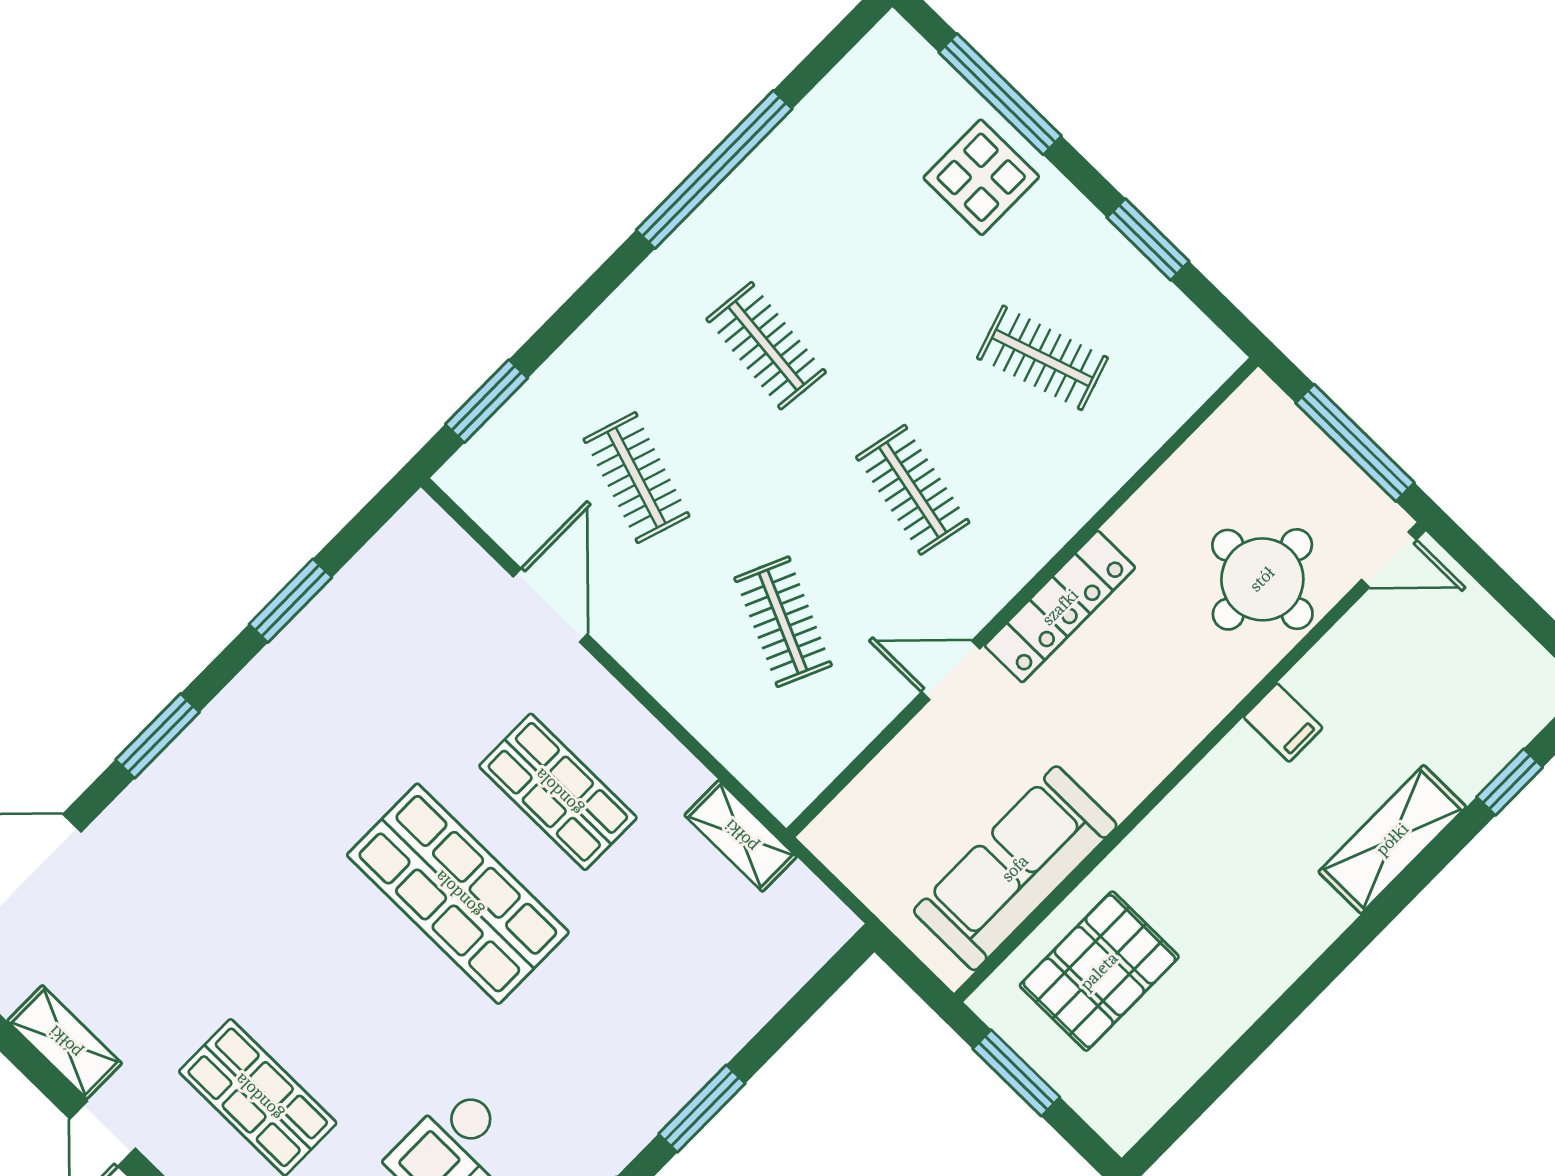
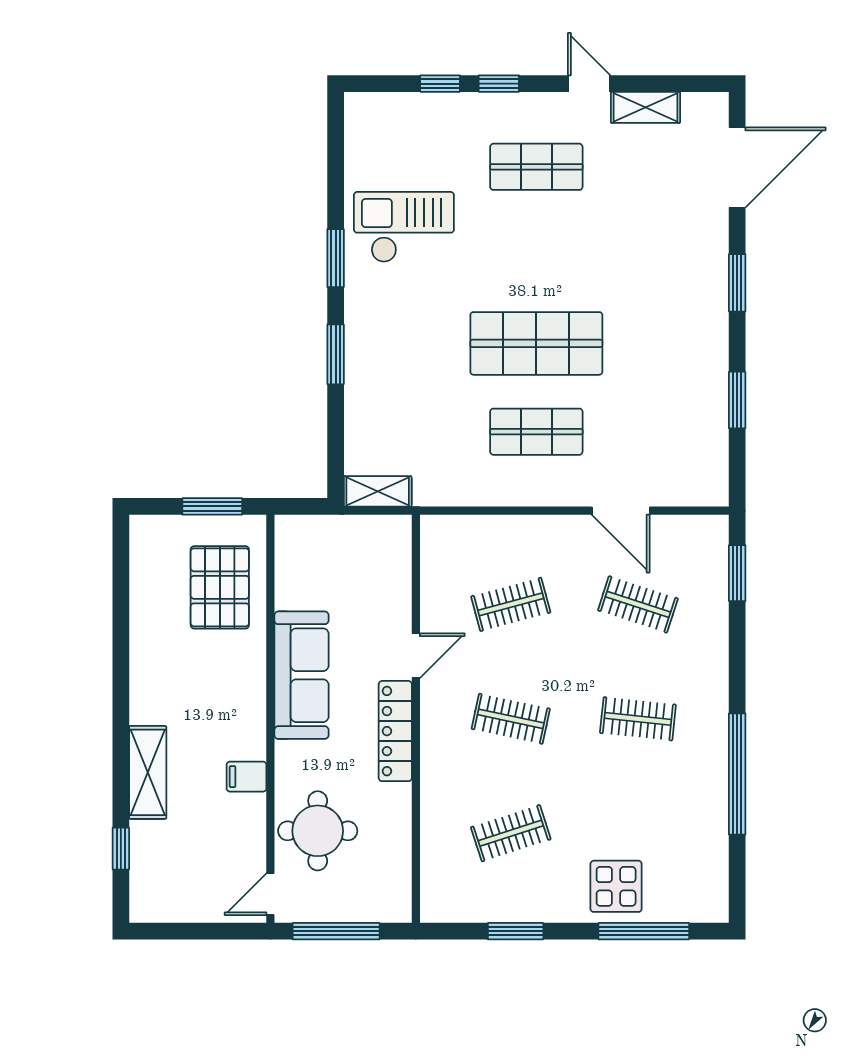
clothes rail: (783, 622) -> (511, 604), turned -39
shelving: (741, 836) -> (378, 491), moved
sofa: (1015, 868) -> (301, 675), moved

